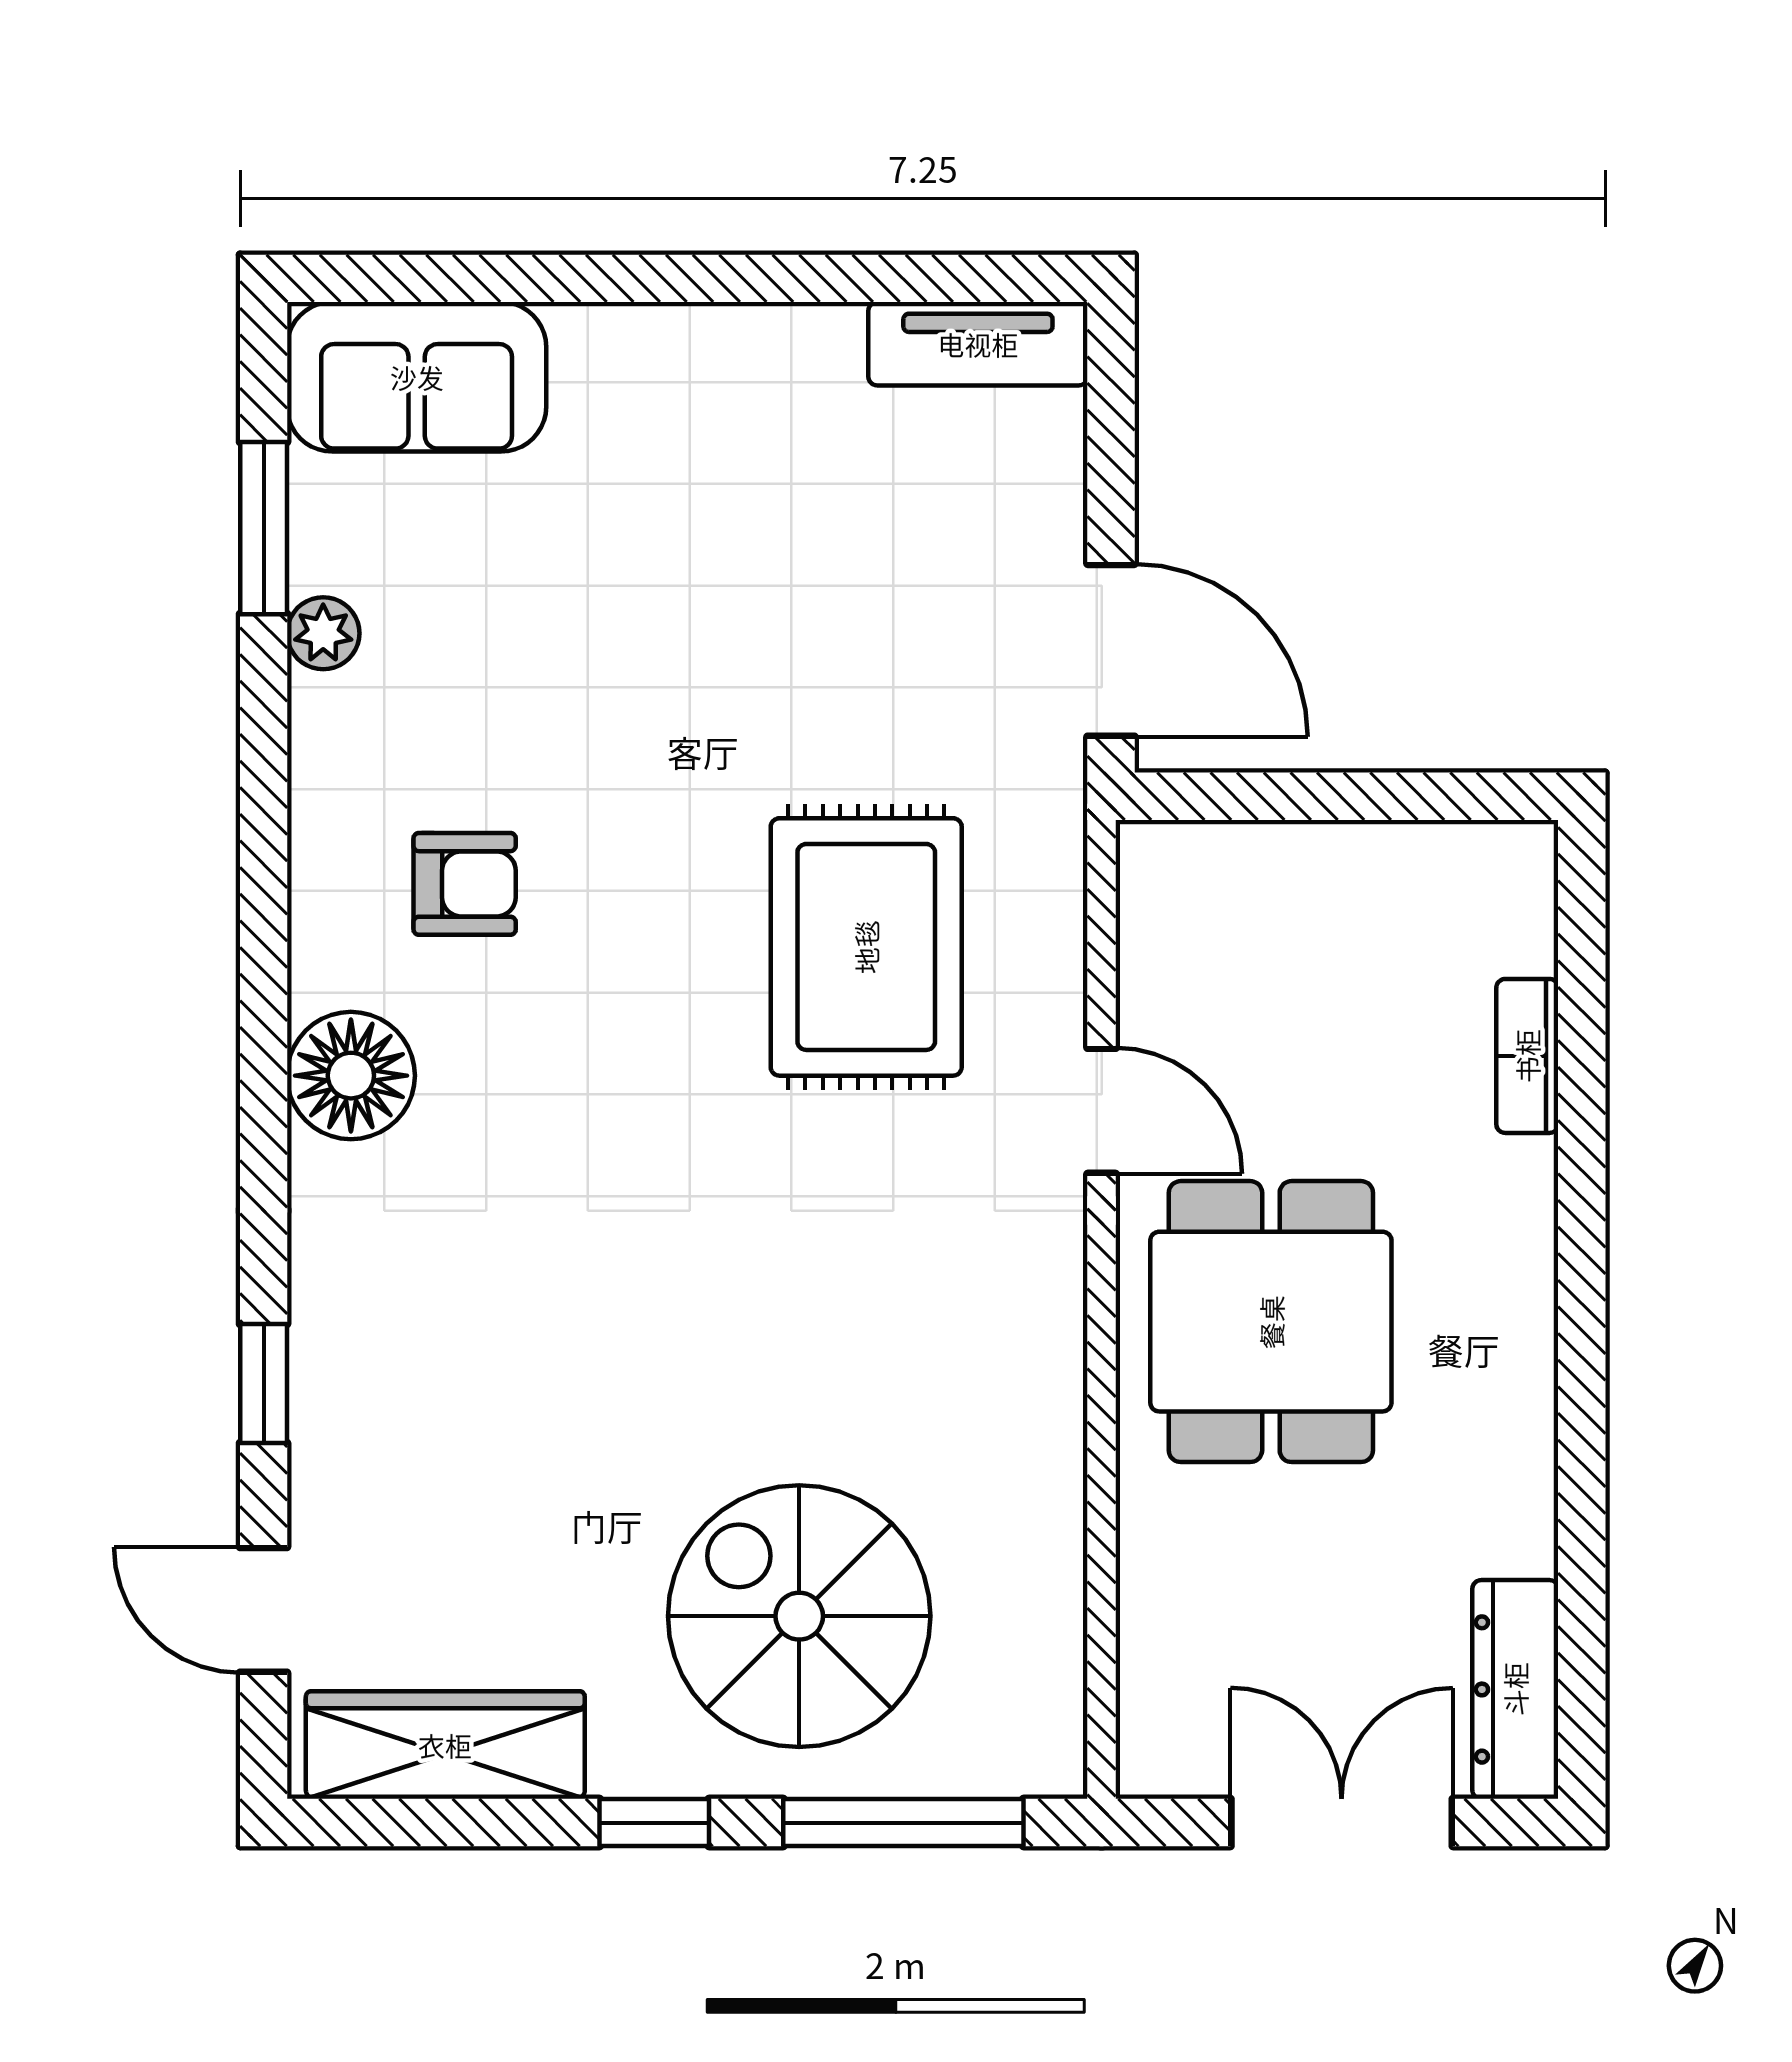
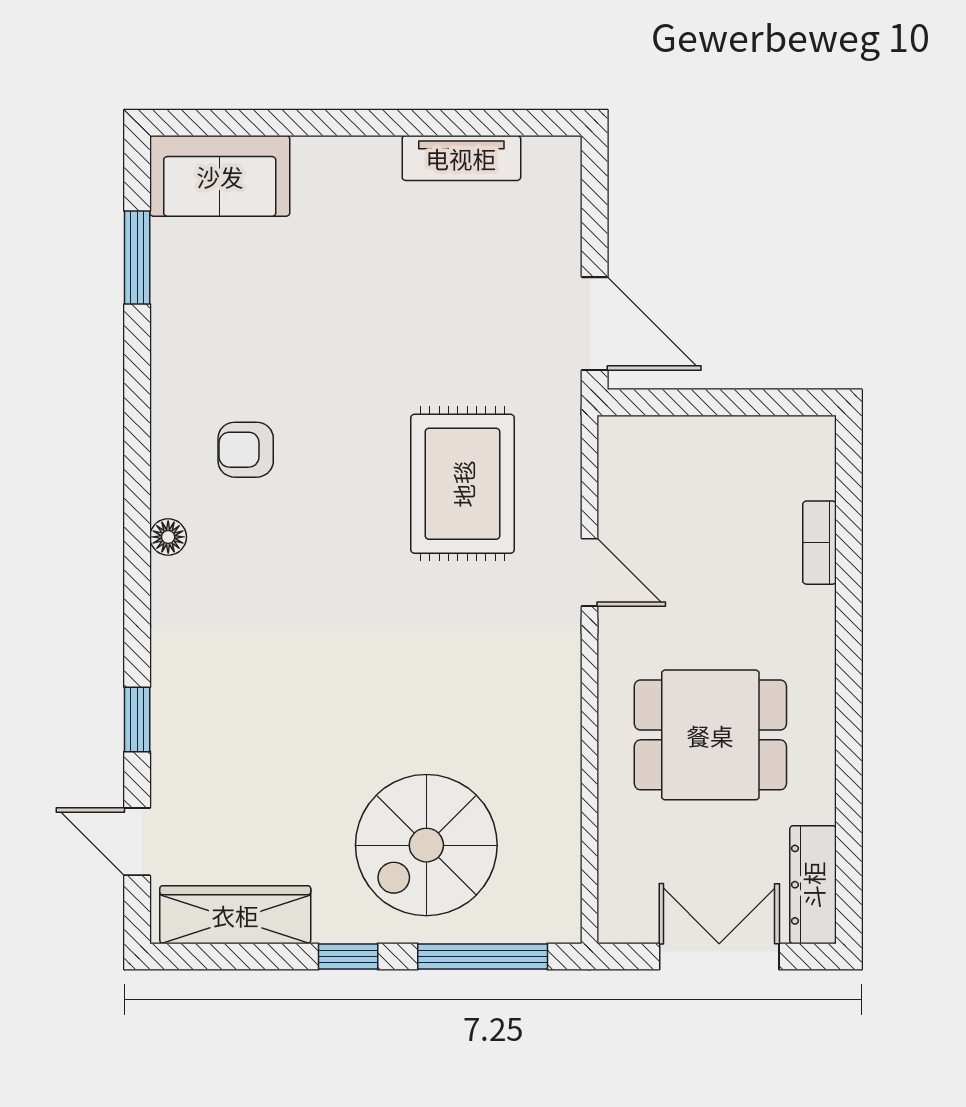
tv unit: (978, 344) -> (461, 158), moved
plant: (323, 633) -> (169, 314), removed
armchair: (465, 884) -> (246, 450), turned 180
floor lamp: (351, 1076) -> (168, 537), width x0.53, depth x0.53
dining table: (1271, 1322) -> (710, 735), moved, turned 90
spiral stairs: (799, 1616) -> (426, 845), turned -90

